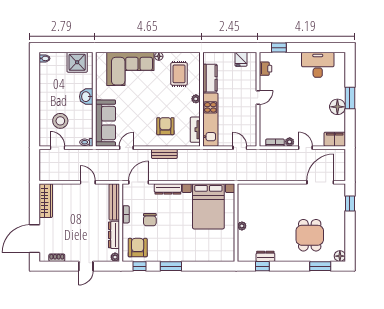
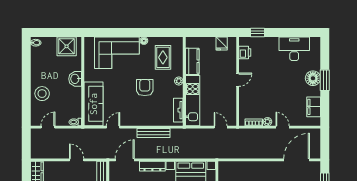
floor lamp: (337, 107) -> (313, 78), moved
stool: (60, 121) -> (42, 94), moved
armchair: (165, 126) -> (145, 88), moved
filing cabinet: (335, 139) -> (314, 107), moved, turned -90
door: (58, 148) -> (48, 127), hinge flipped
bench: (164, 154) -> (153, 133), width x1.36

